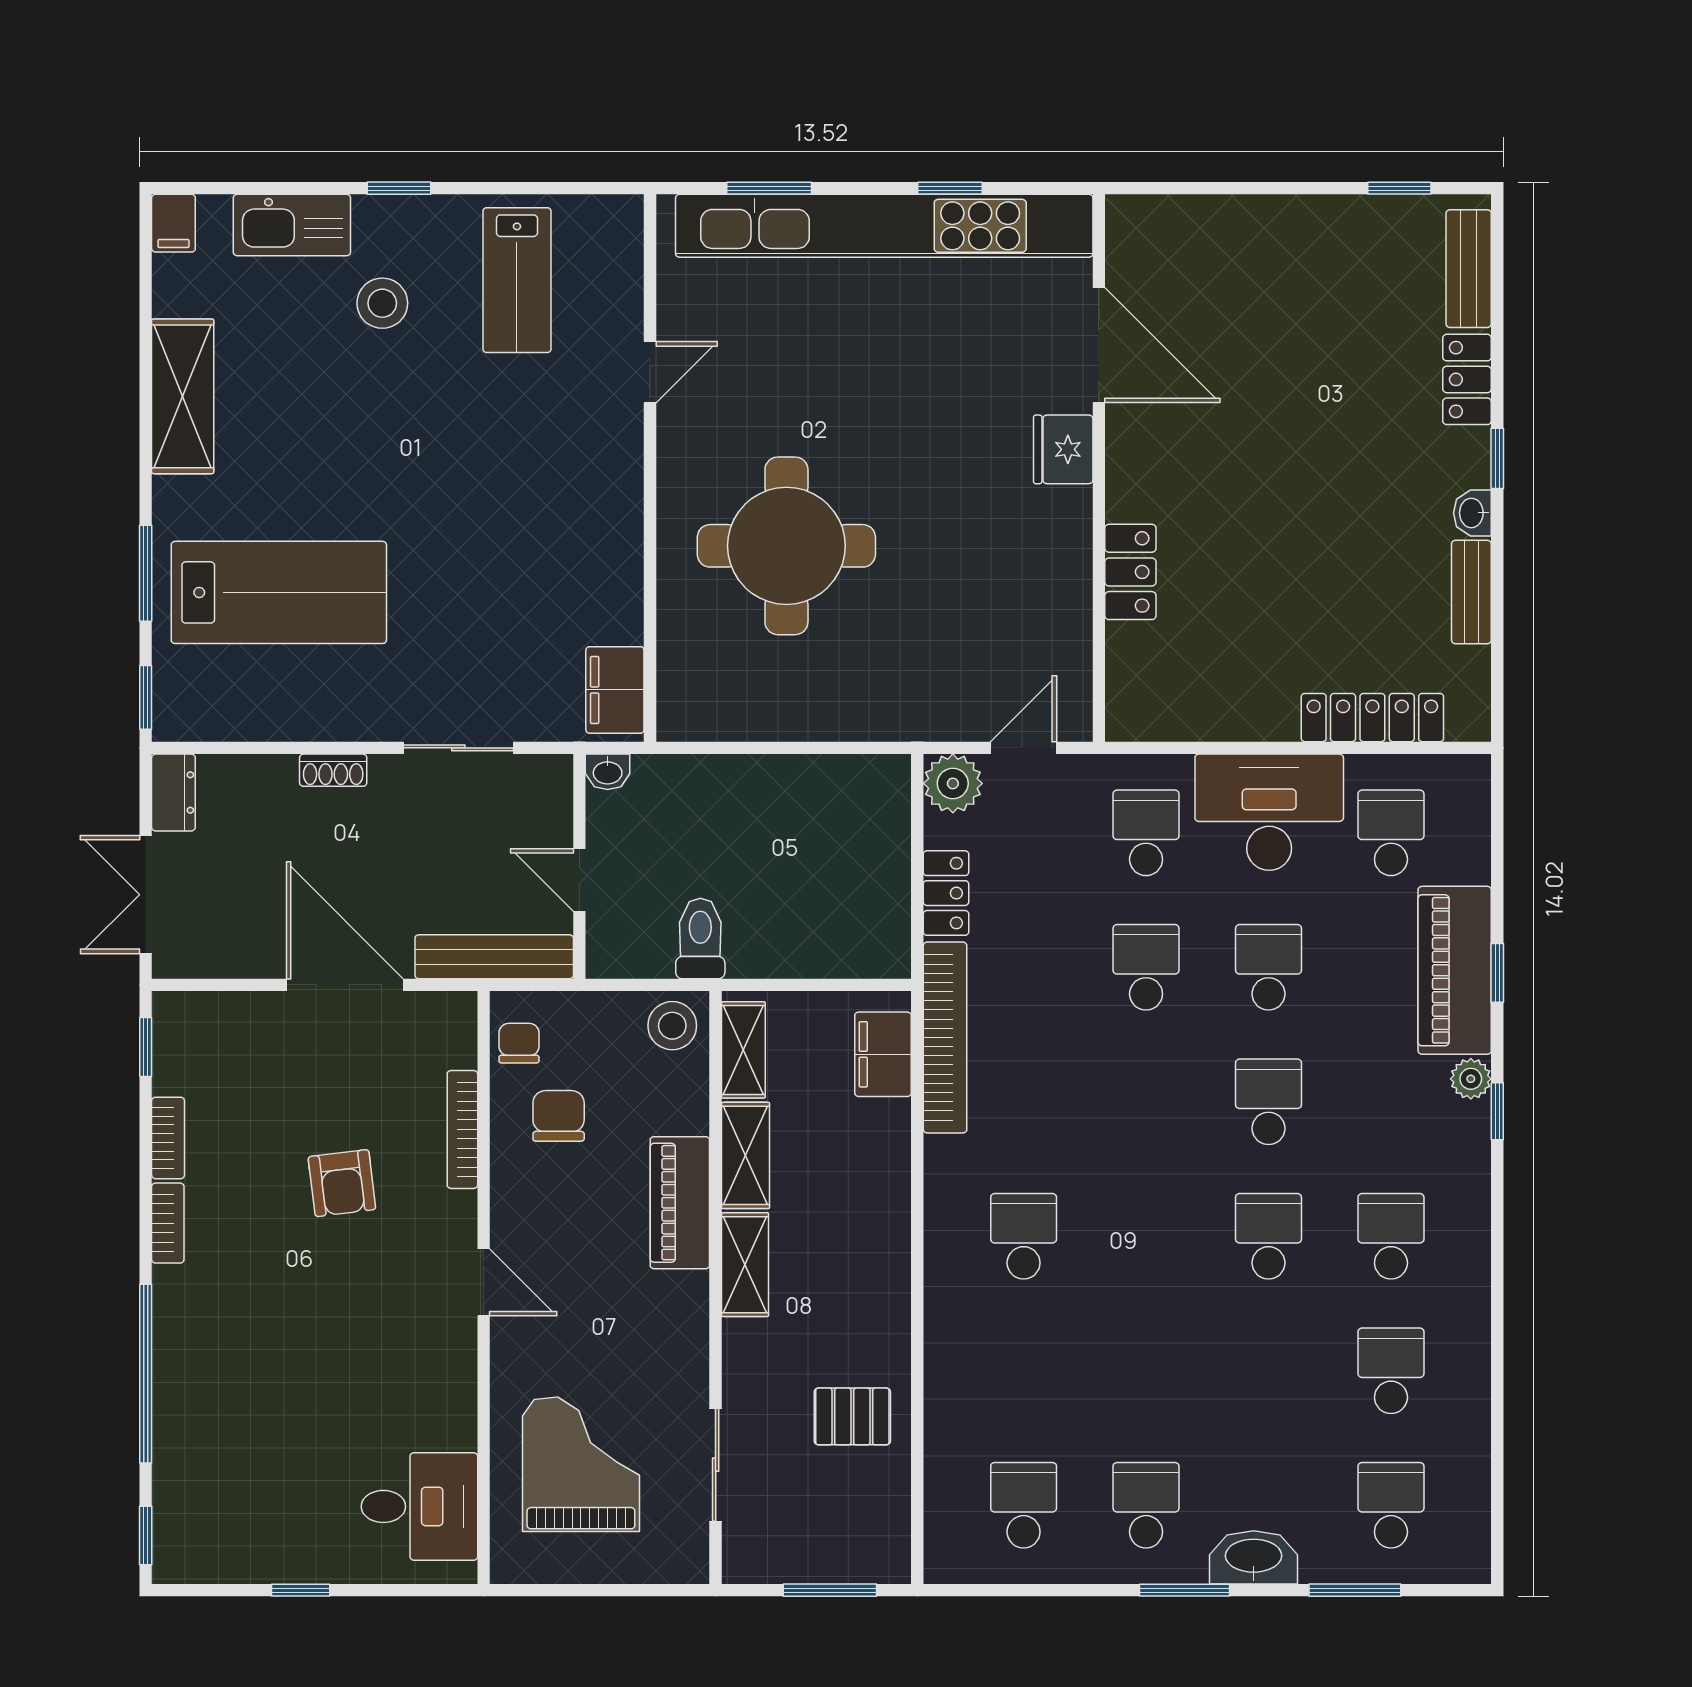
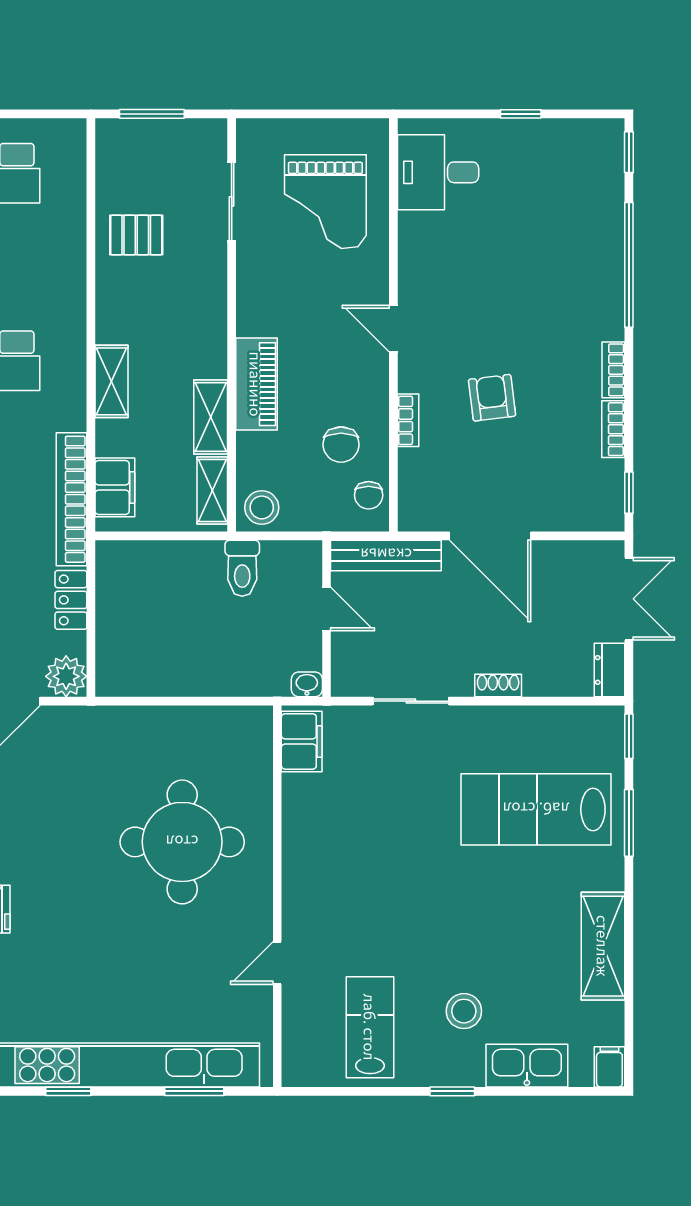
bookcase: (462, 1129) -> (408, 420), width x0.64
shelving: (745, 1265) -> (111, 381), moved

